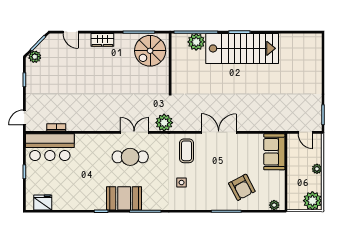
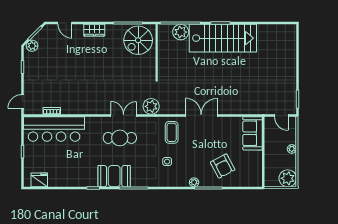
bar counter: (50, 147) -> (54, 129), width x1.36
plant: (274, 205) -> (194, 182), moved

